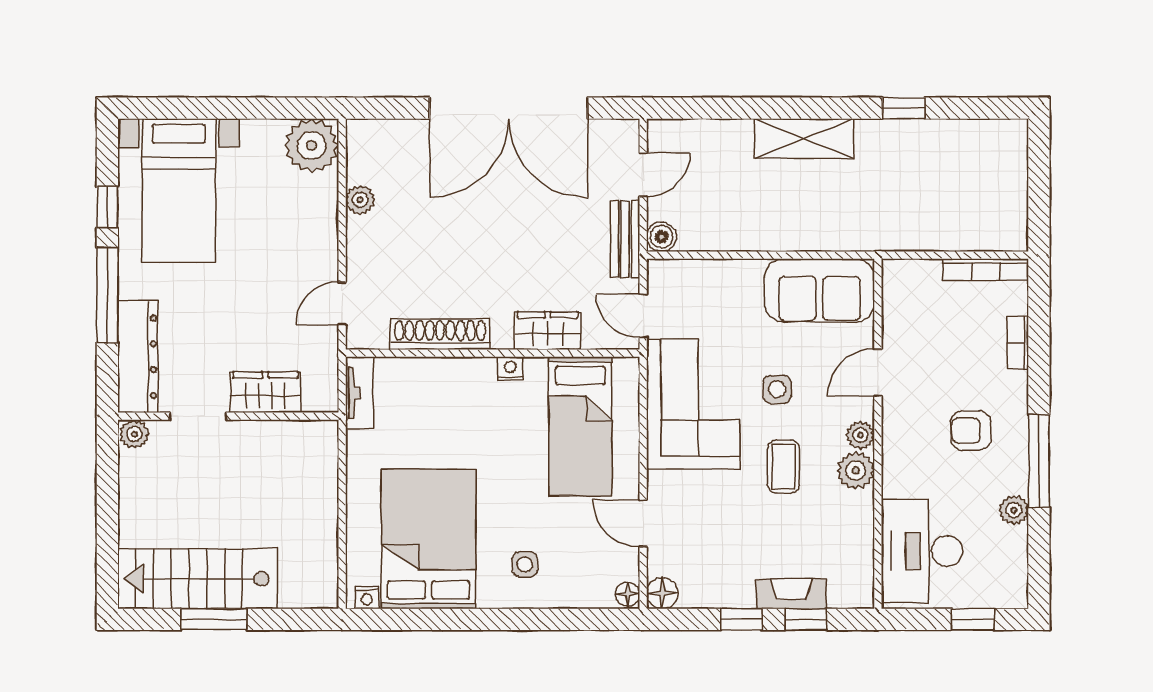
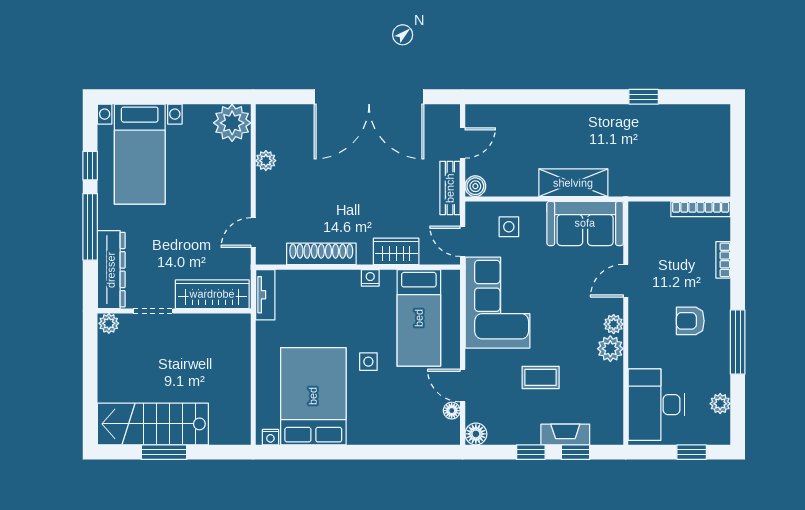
shelving: (804, 138) -> (573, 183), moved
side table: (777, 389) -> (509, 227), moved
wardrobe: (265, 392) -> (212, 294), width x1.50
coffee table: (784, 467) -> (541, 377), moved, turned 90
plant: (1014, 510) -> (720, 404), moved
side table: (525, 564) -> (368, 362), moved
floor lamp: (628, 594) -> (452, 411), moved

